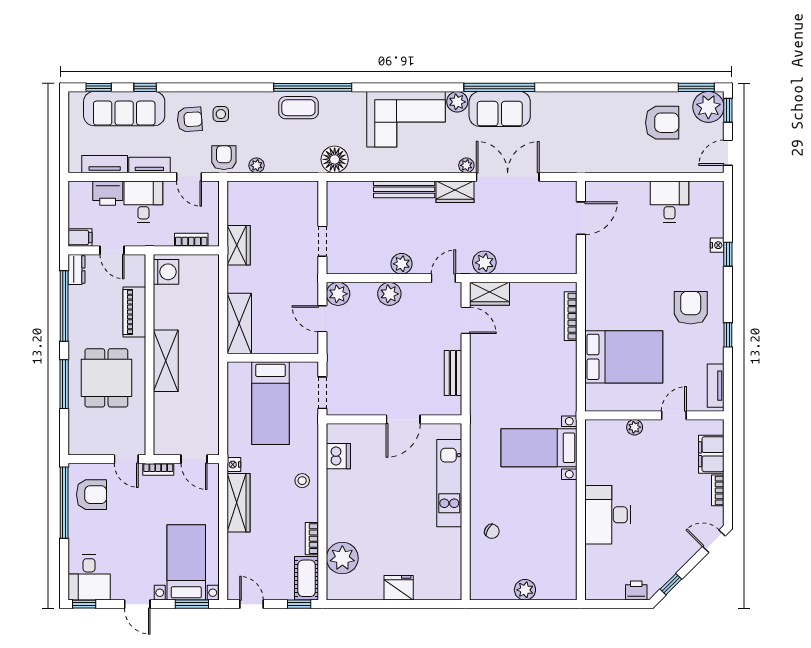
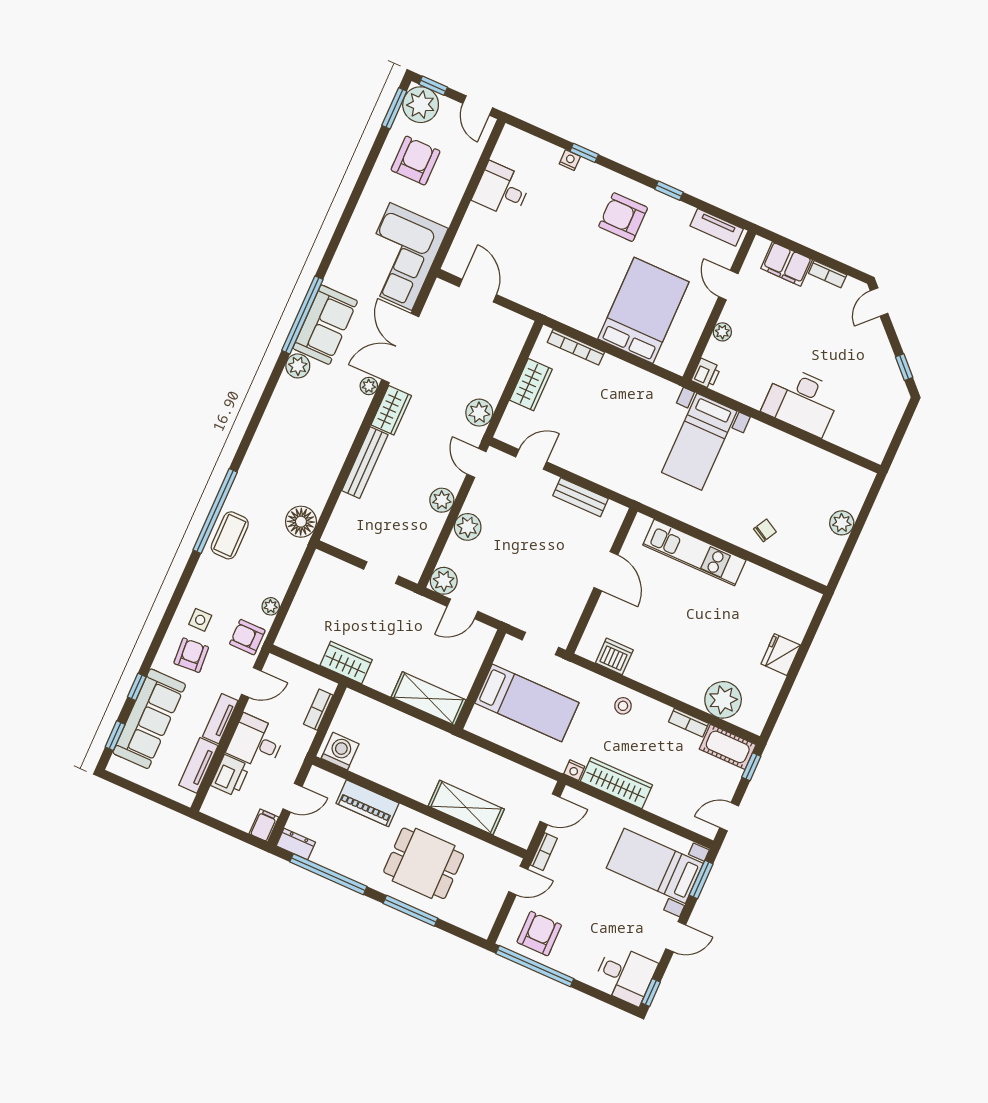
corner sofa: (406, 119) -> (401, 256), moved, turned 180
wardrobe: (489, 294) -> (531, 385), moved
shelving: (166, 361) -> (466, 808), moved
printer: (636, 591) -> (706, 374), moved, turned 180

